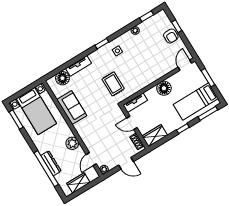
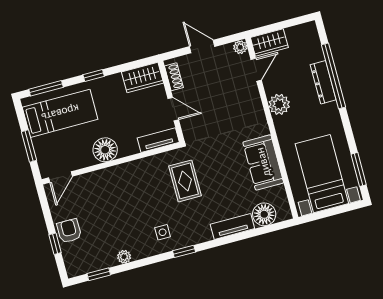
wardrobe: (78, 183) -> (269, 42), moved

